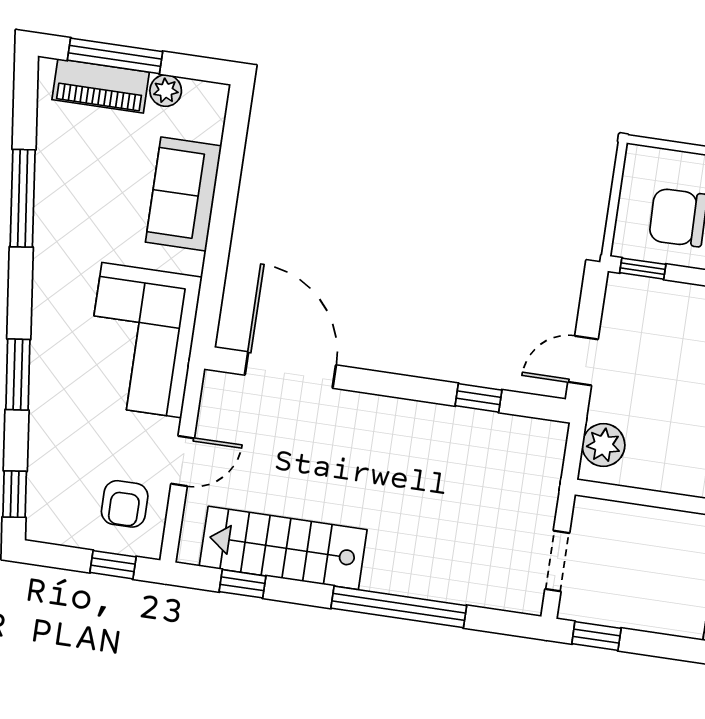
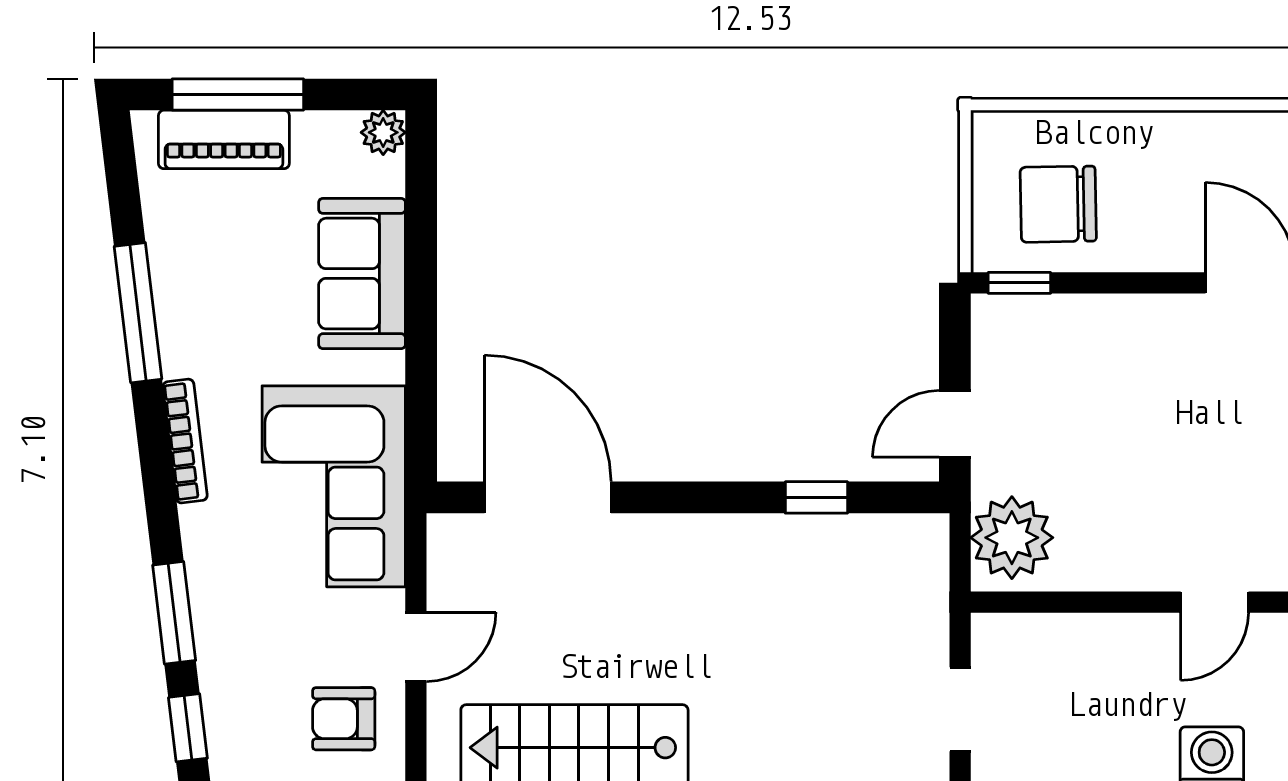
plant: (166, 91) -> (383, 132), moved
bookcase: (42, 293) -> (185, 441), added
window: (18, 375) -> (174, 613), moved
plant: (603, 445) -> (1012, 538), width x1.36, depth x1.36
armchair: (125, 504) -> (344, 719), turned 90

